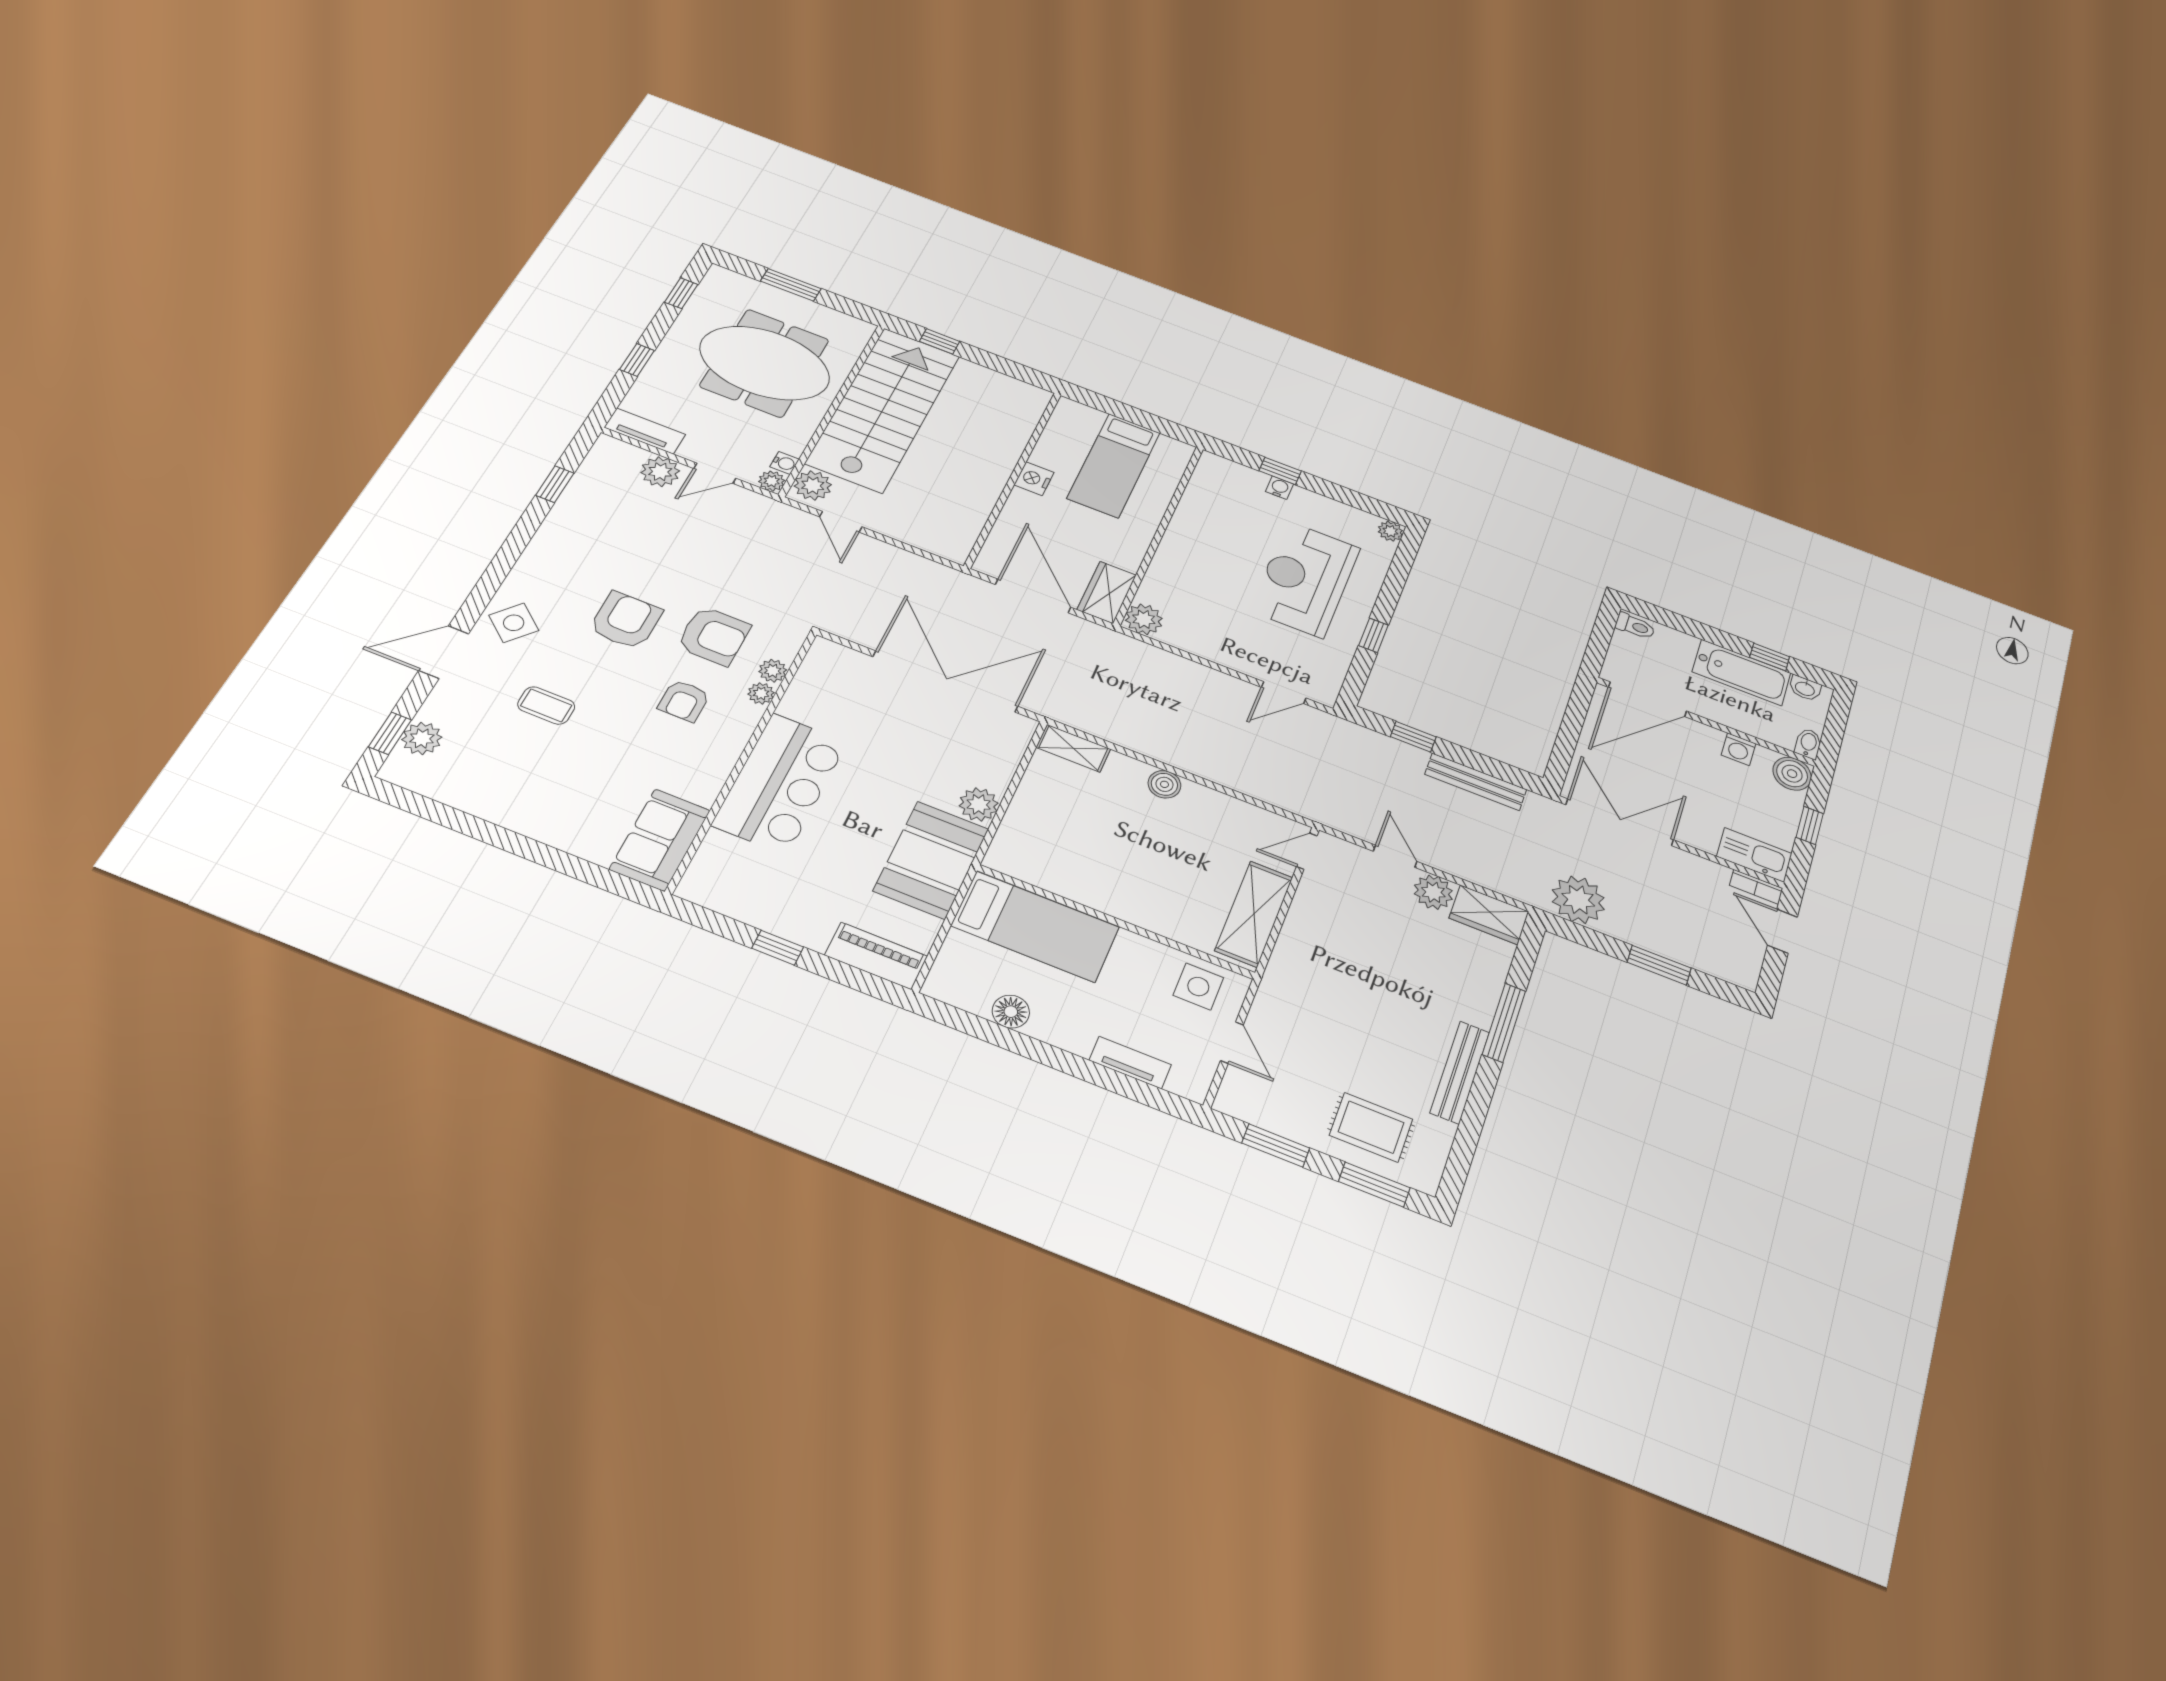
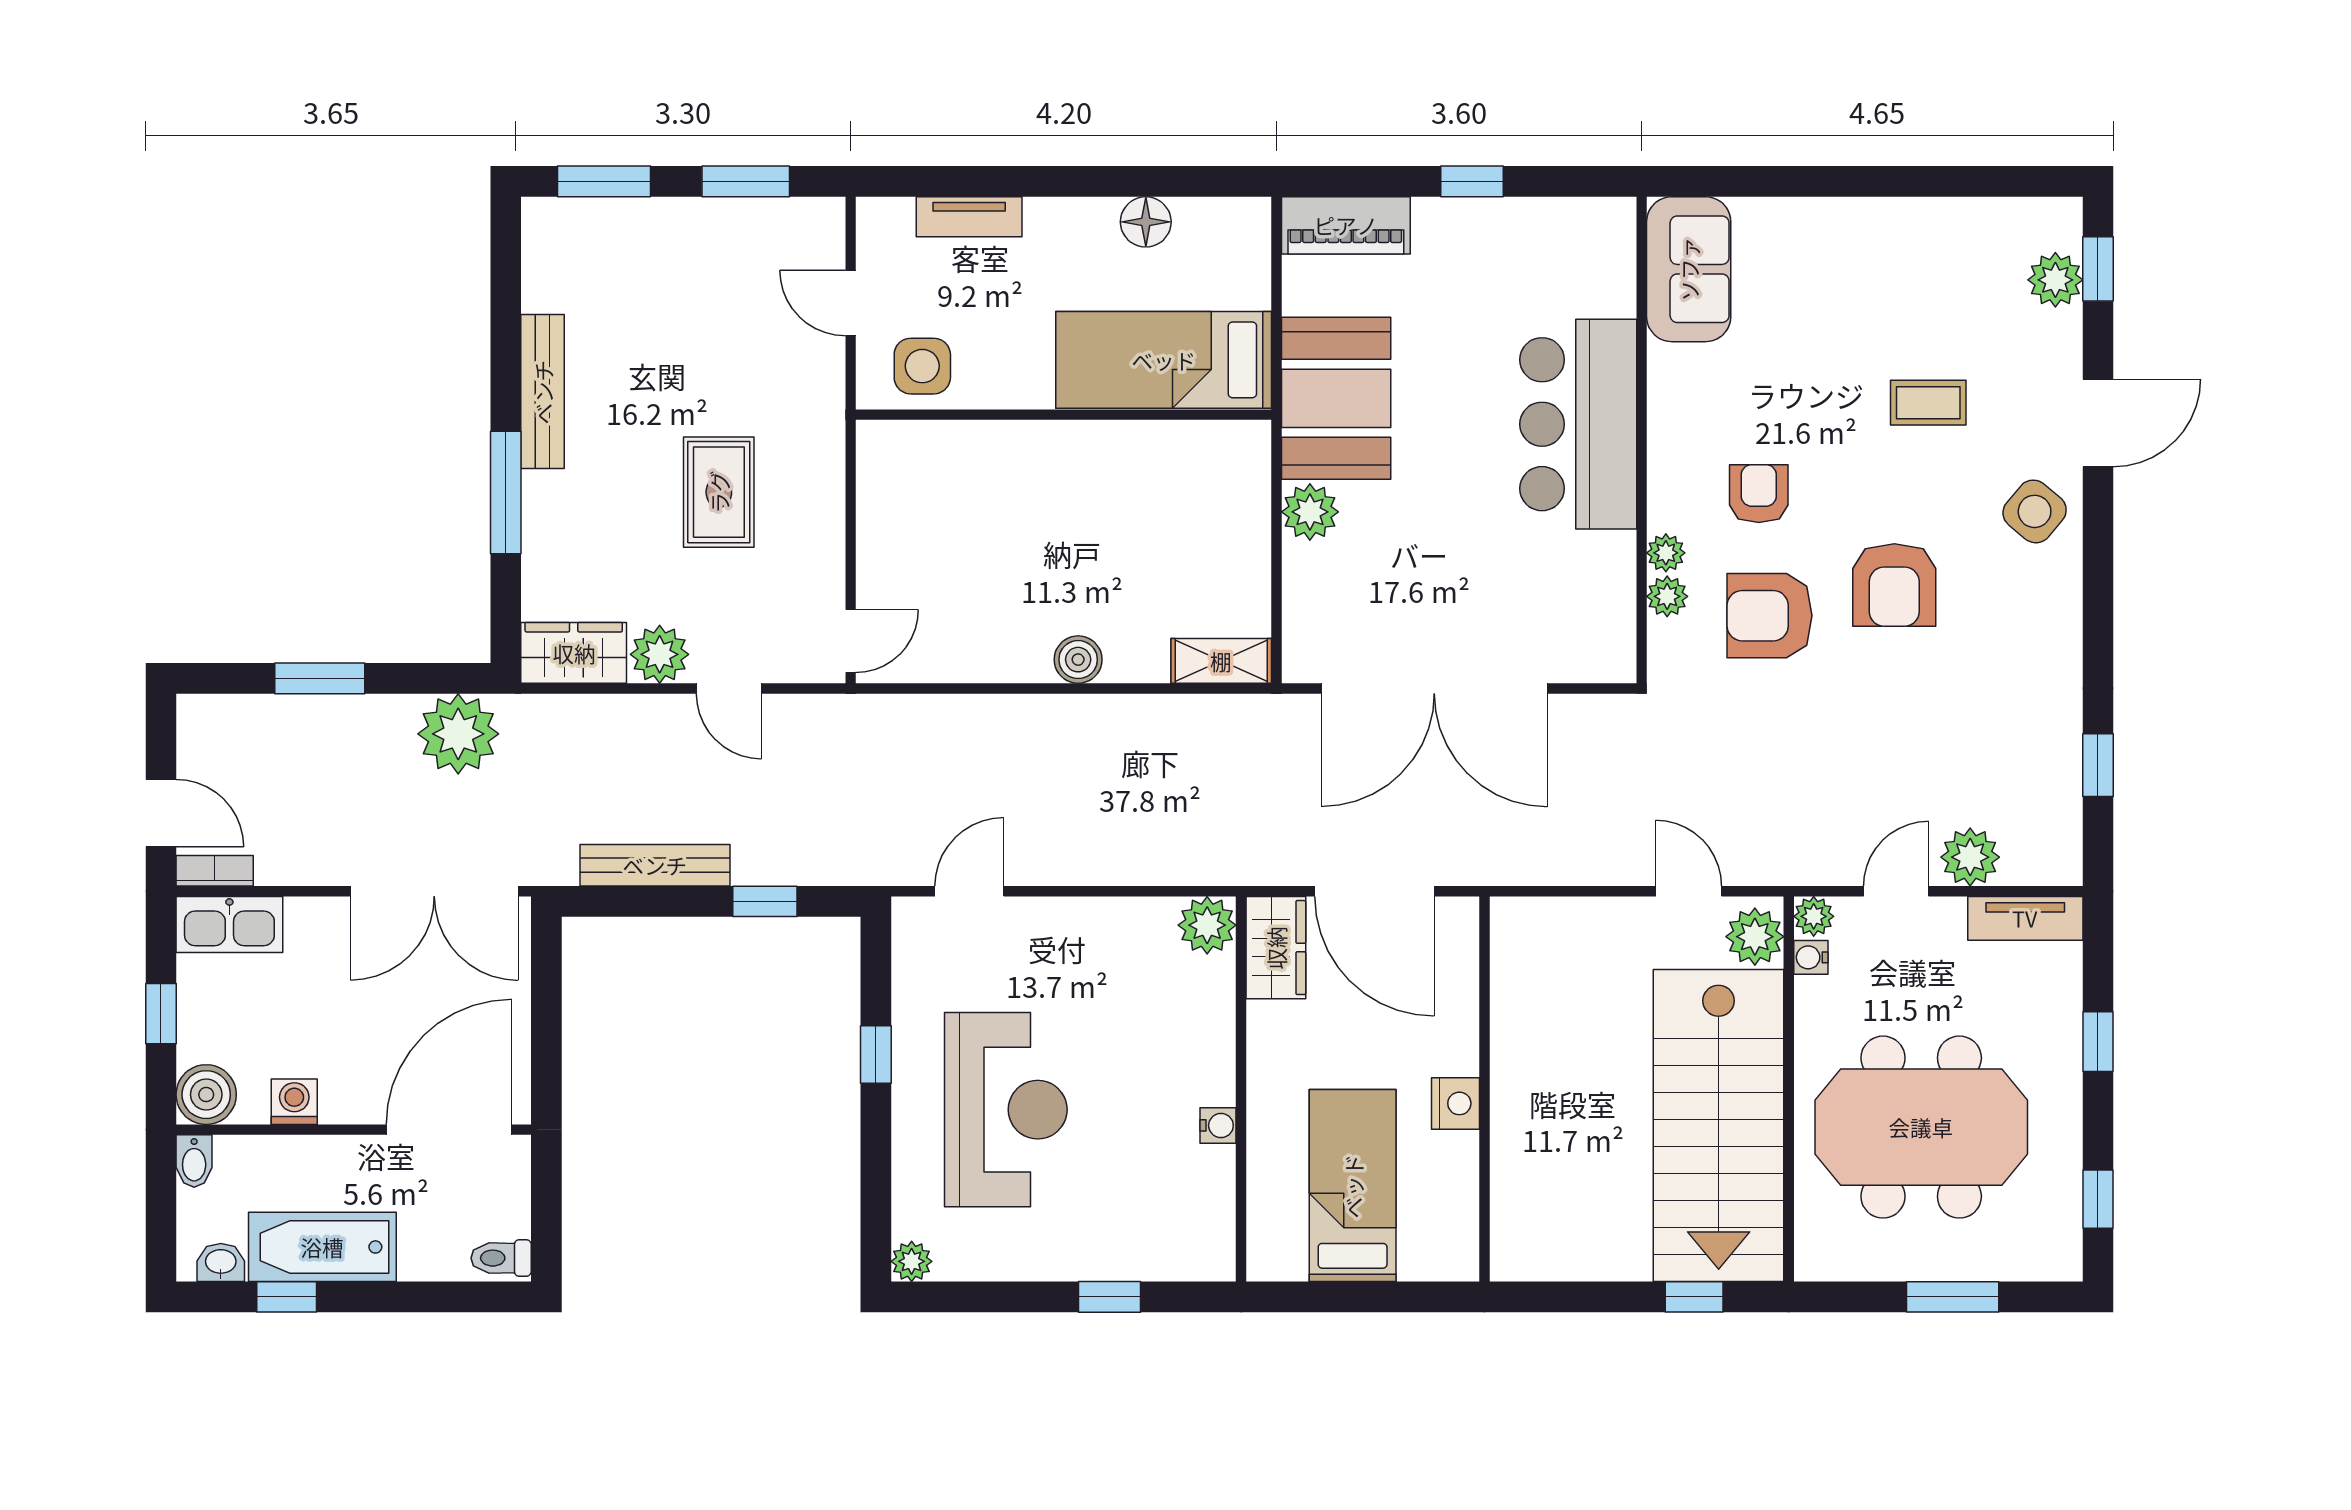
water cooler: (1279, 488) -> (1218, 1125), moved, turned -90
shelving: (1254, 914) -> (888, 509), removed
rug: (1371, 1127) -> (719, 492), moved, turned 90

